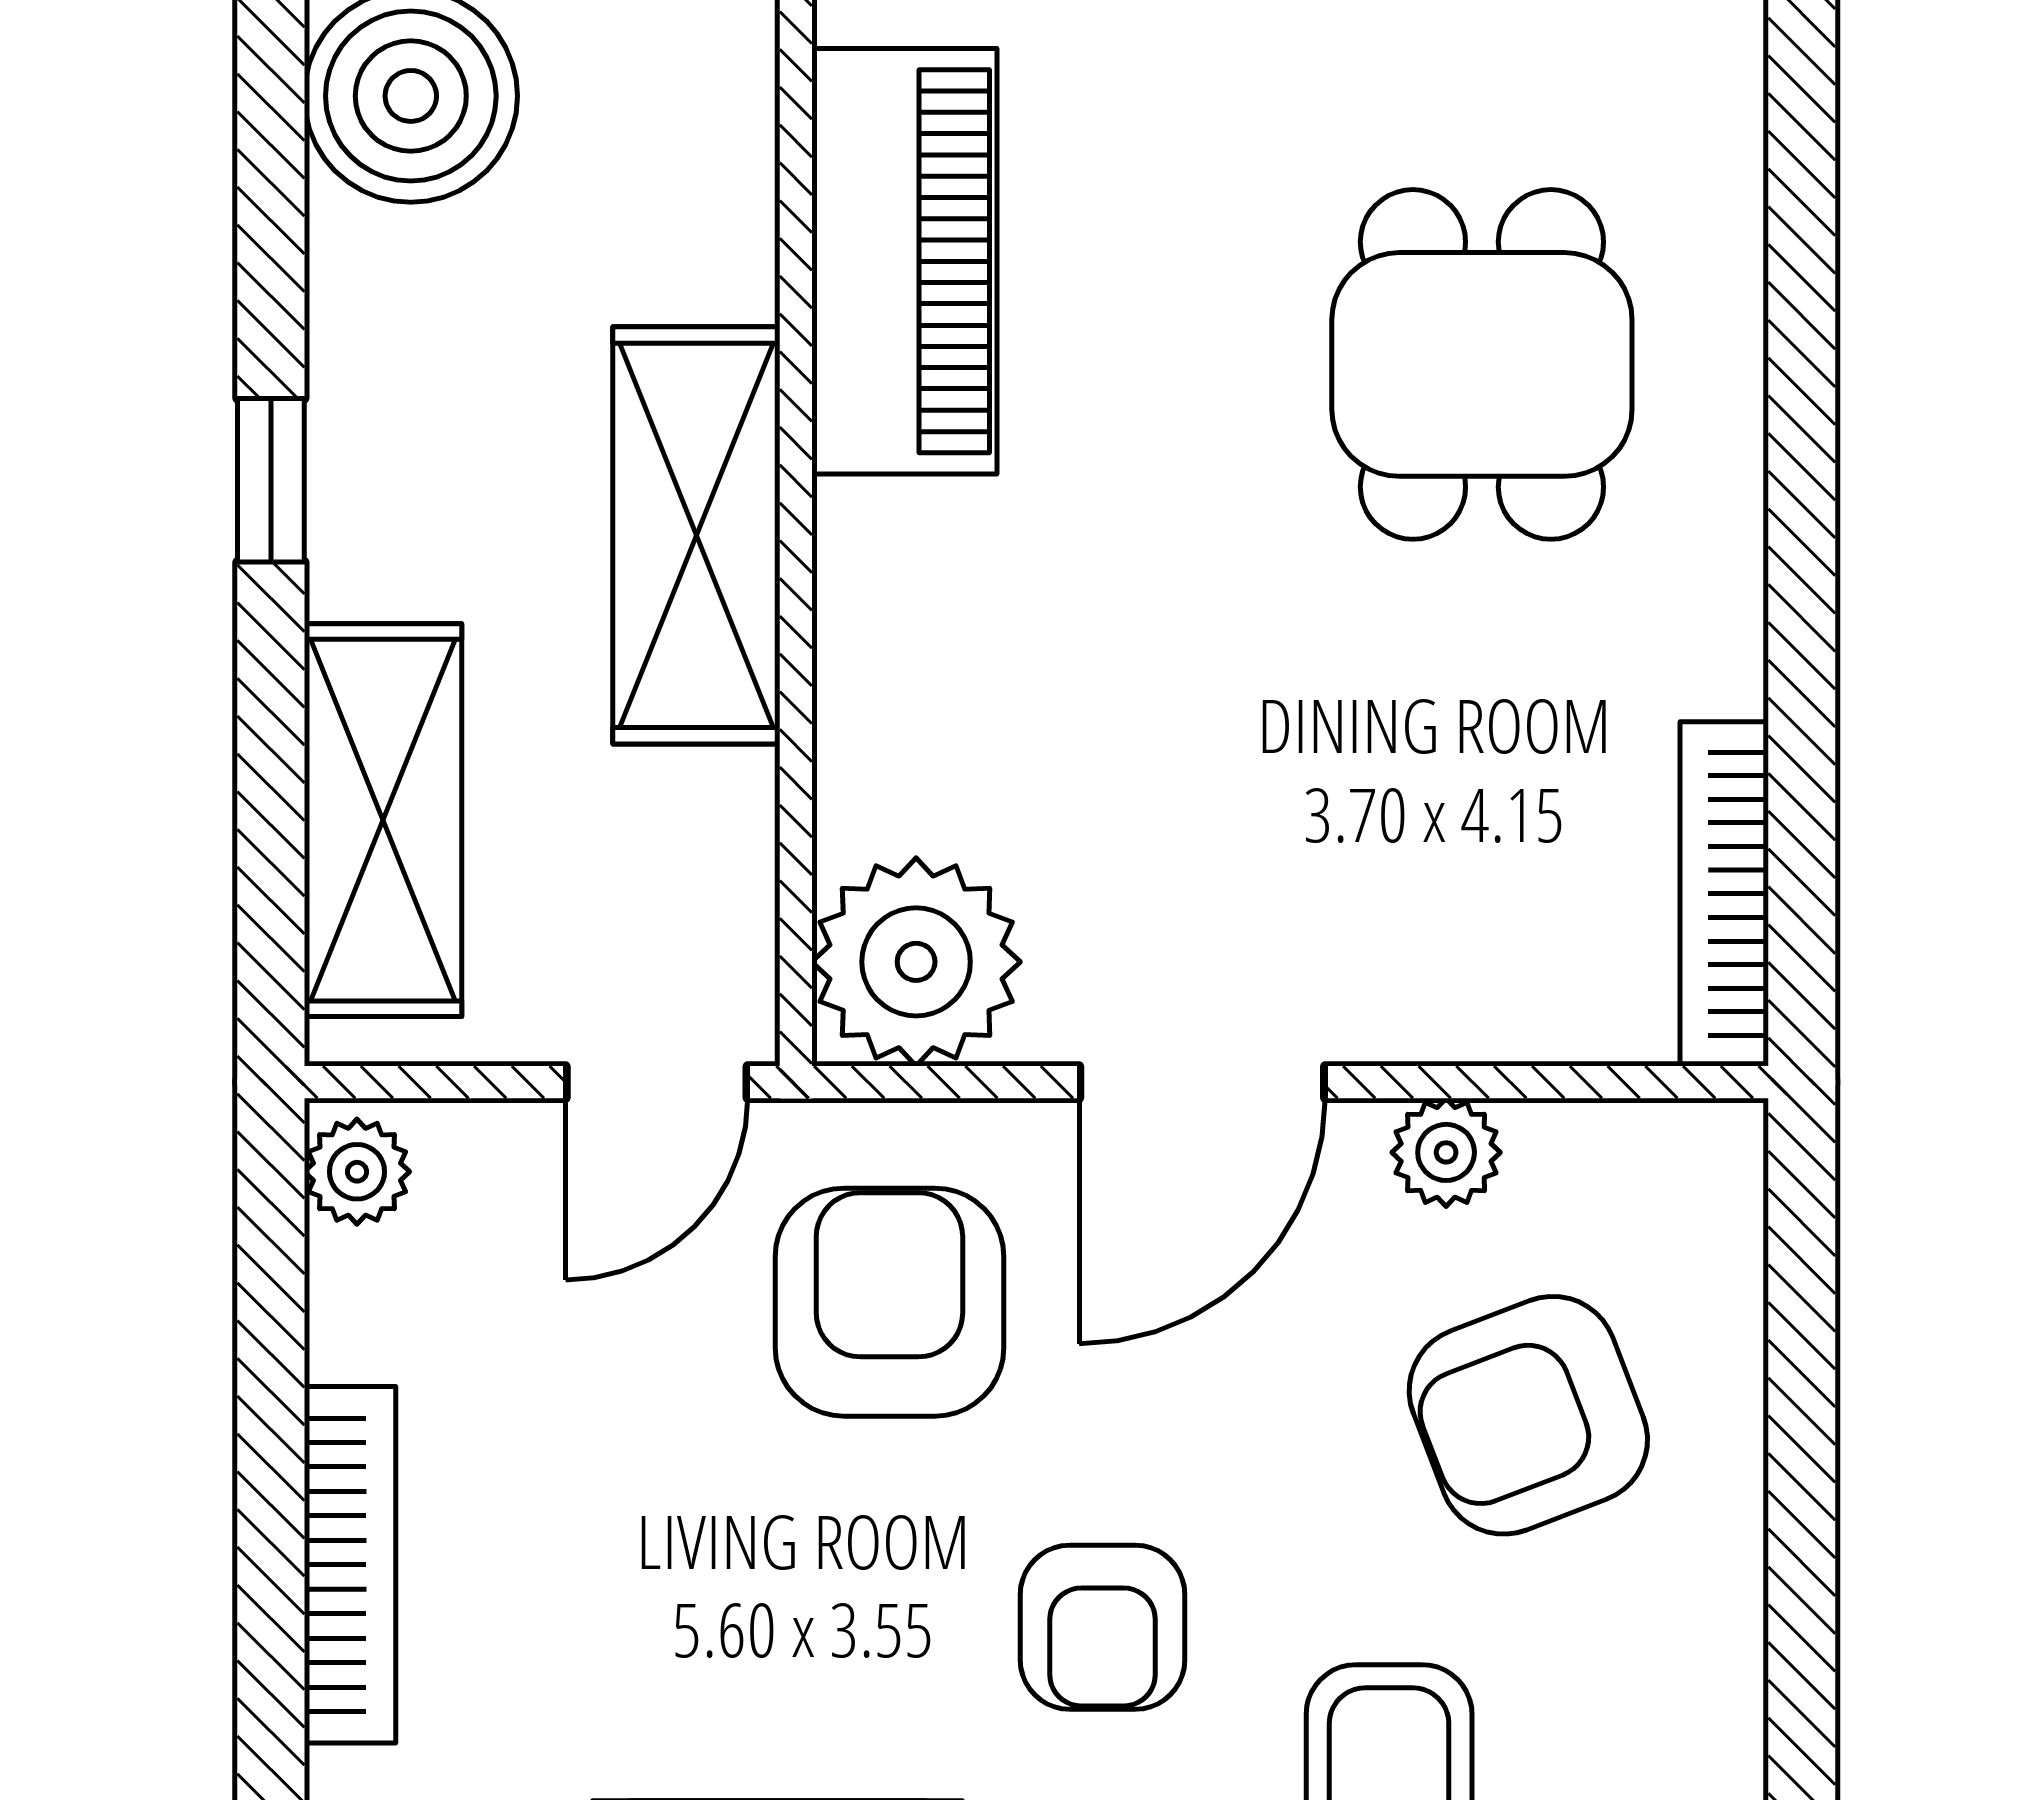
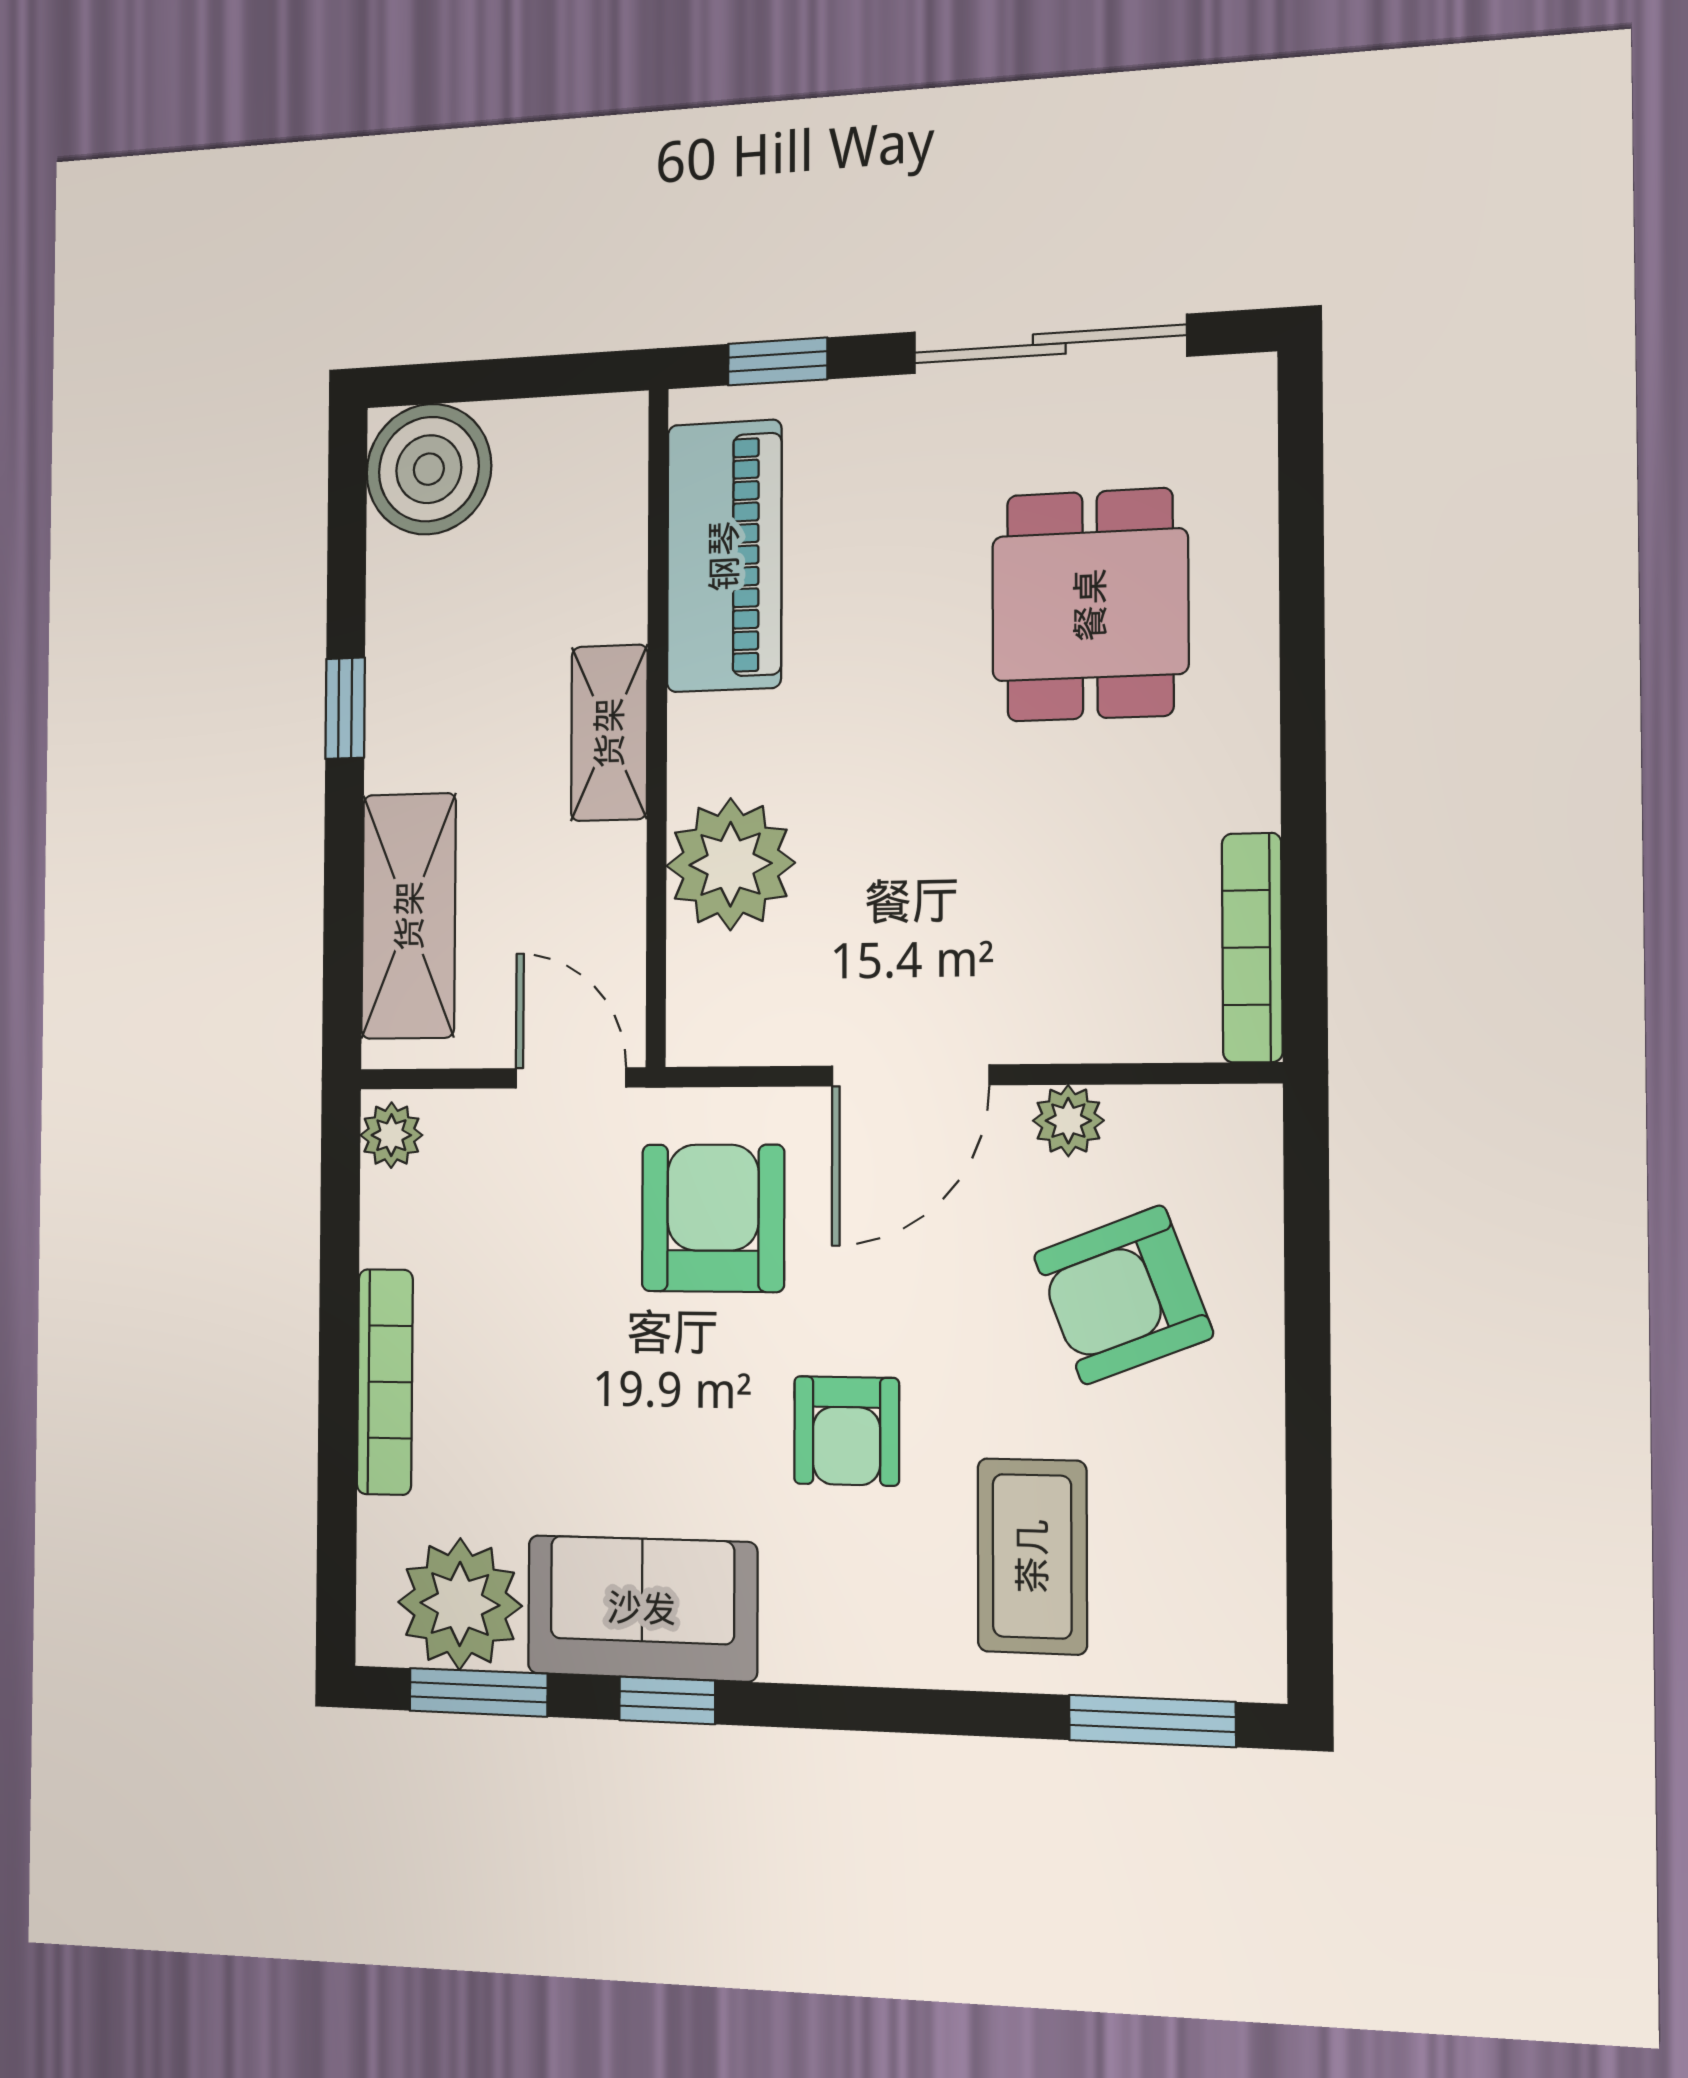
shelving: (696, 535) -> (609, 733), width x0.67, depth x0.75
plant: (916, 962) -> (731, 864), moved
door: (657, 1082) -> (571, 1078), swing flipped

